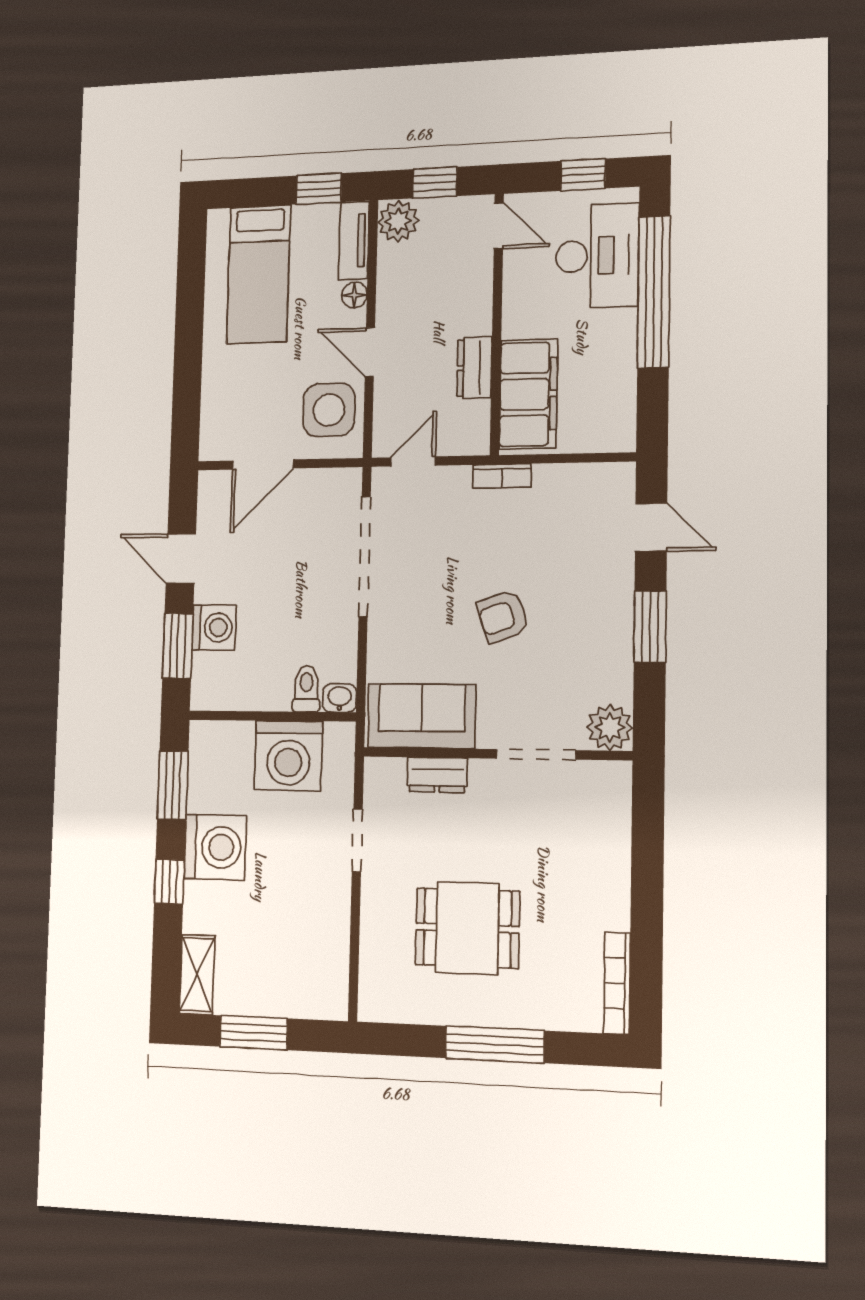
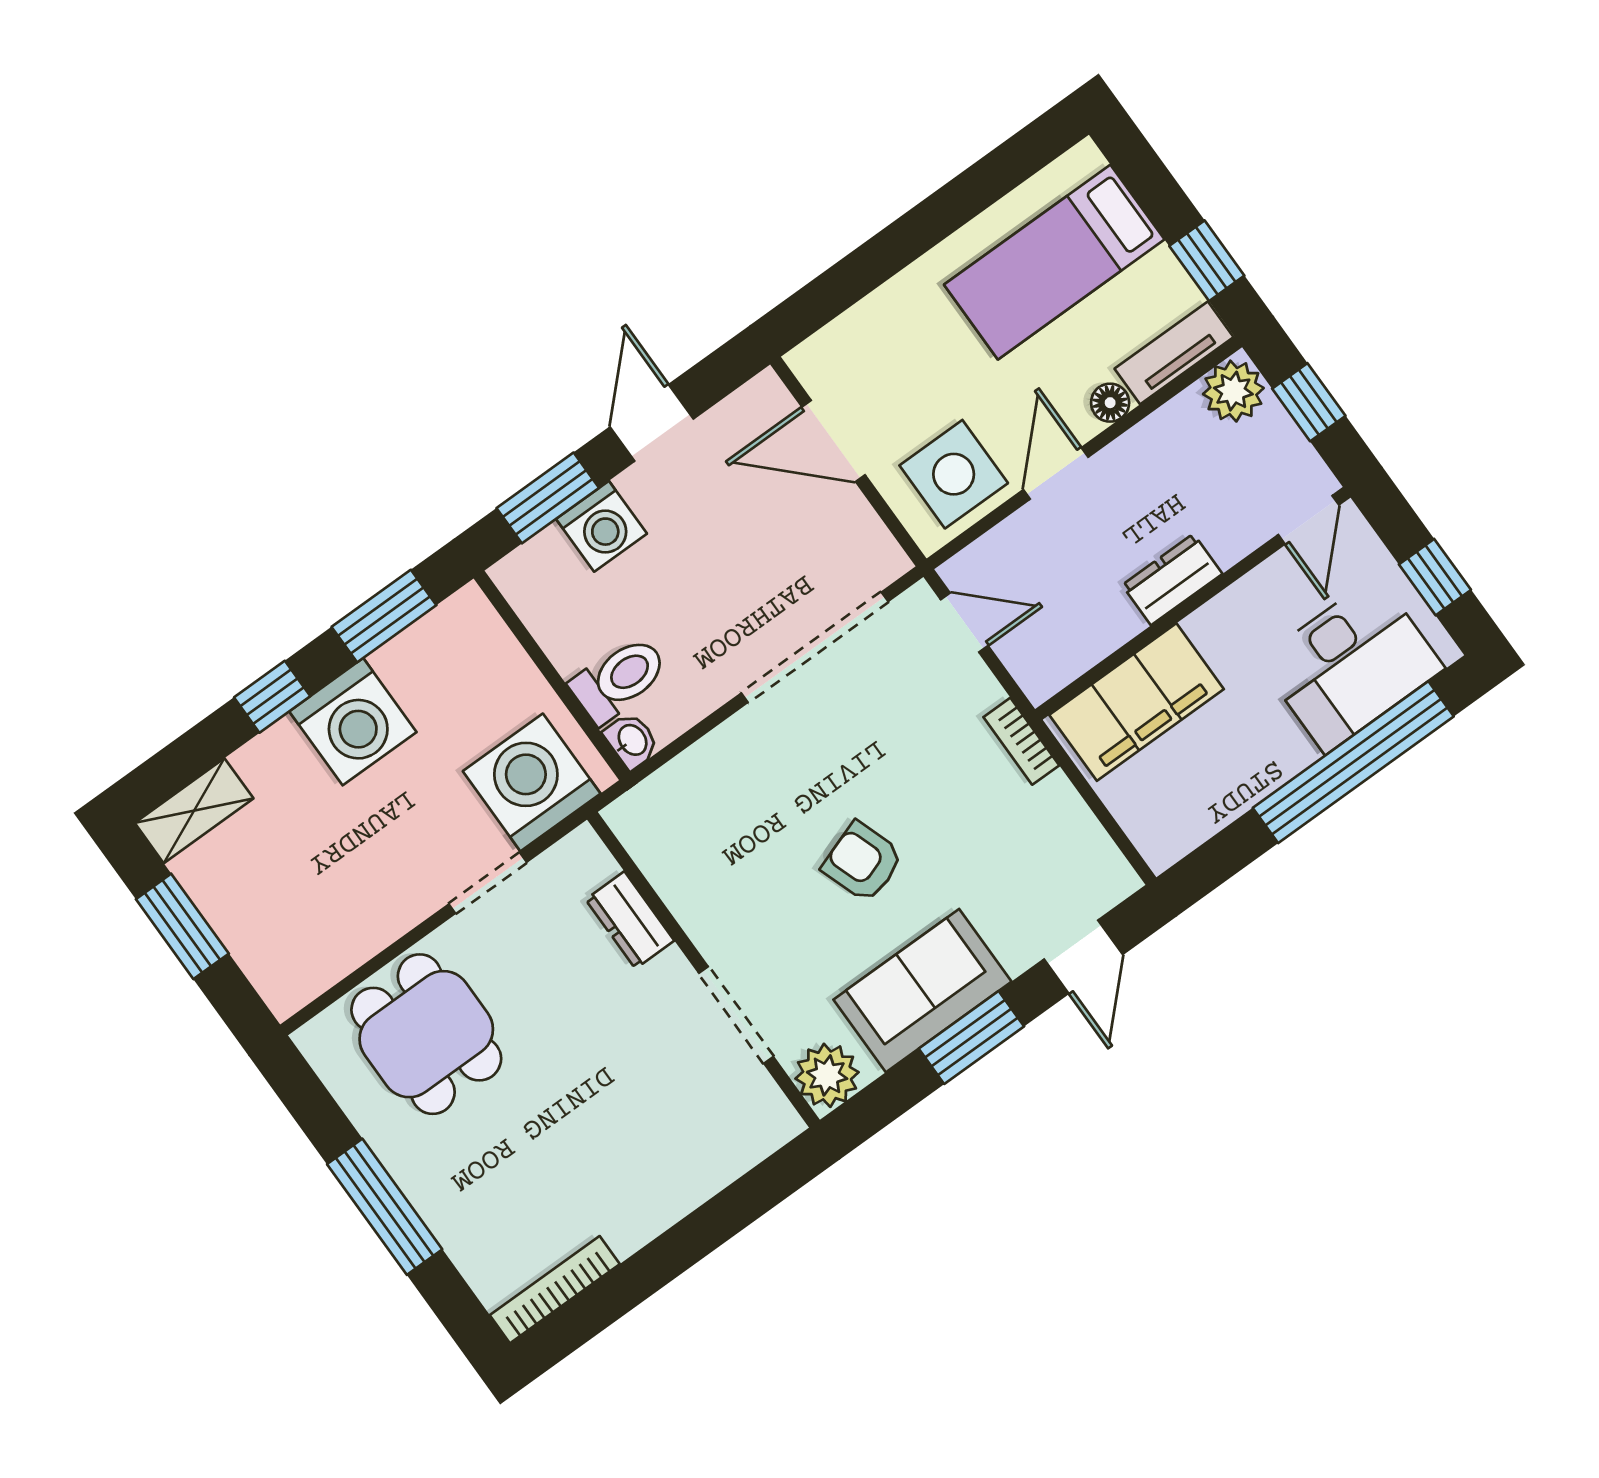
dresser: (474, 368) -> (1172, 579), moved
toilet: (306, 689) -> (619, 679), width x1.37, depth x1.39
sofa: (422, 716) -> (922, 991), moved, turned -90
washing machine: (288, 756) -> (532, 782), moved, turned 90
dining table: (467, 928) -> (426, 1034), moved

